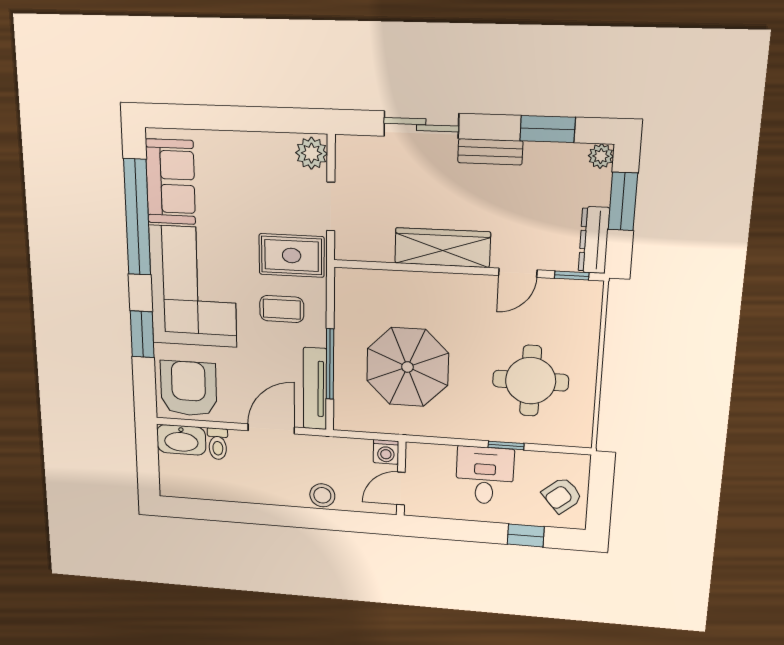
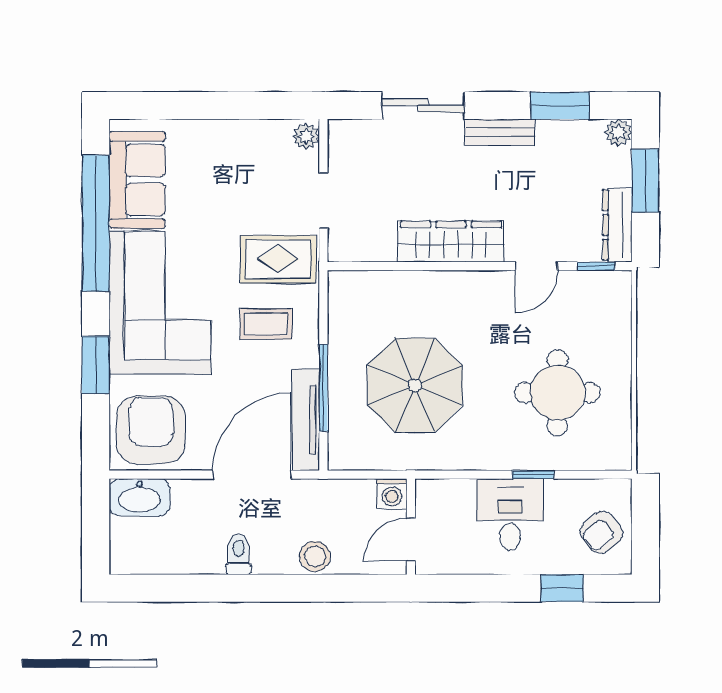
plant: (311, 153) -> (306, 136), width x0.73, depth x0.73
door: (271, 429) -> (252, 475), width x1.36
toilet: (218, 444) -> (239, 554), moved, turned 180

